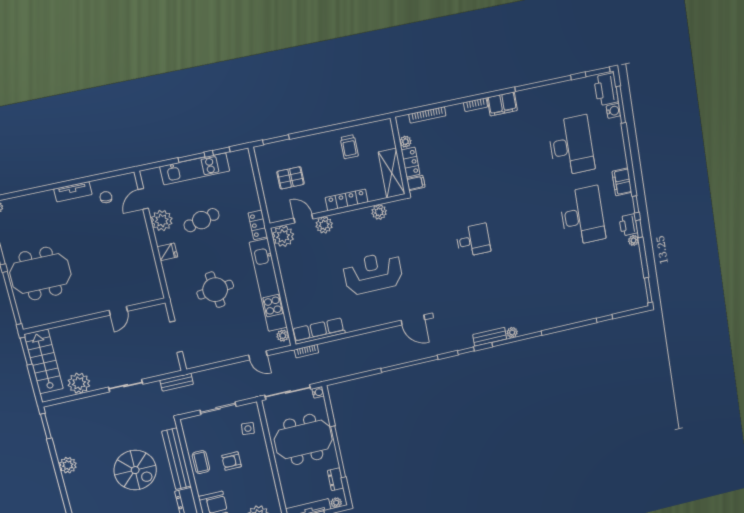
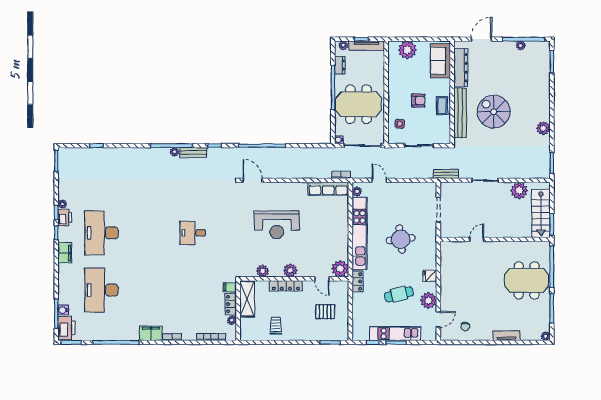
tv unit: (73, 192) -> (507, 336), moved
plant: (324, 225) -> (290, 270), moved

